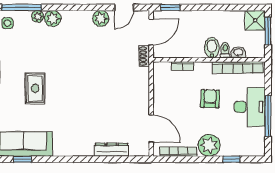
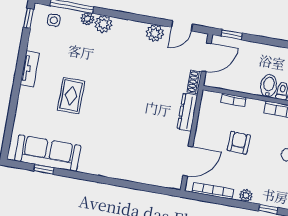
armchair: (210, 99) -> (239, 143), moved
door: (151, 129) -> (188, 161), hinge flipped
plant: (209, 145) -> (246, 196), width x0.53, depth x0.53
dresser: (112, 150) -> (187, 112), moved, turned -90

